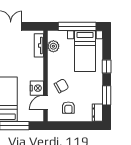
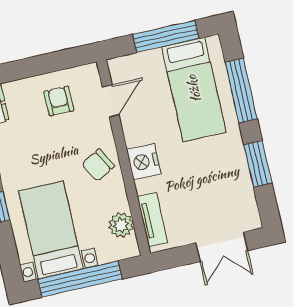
chair: (61, 86) -> (98, 165), moved
nightstand: (37, 88) -> (144, 162), moved

